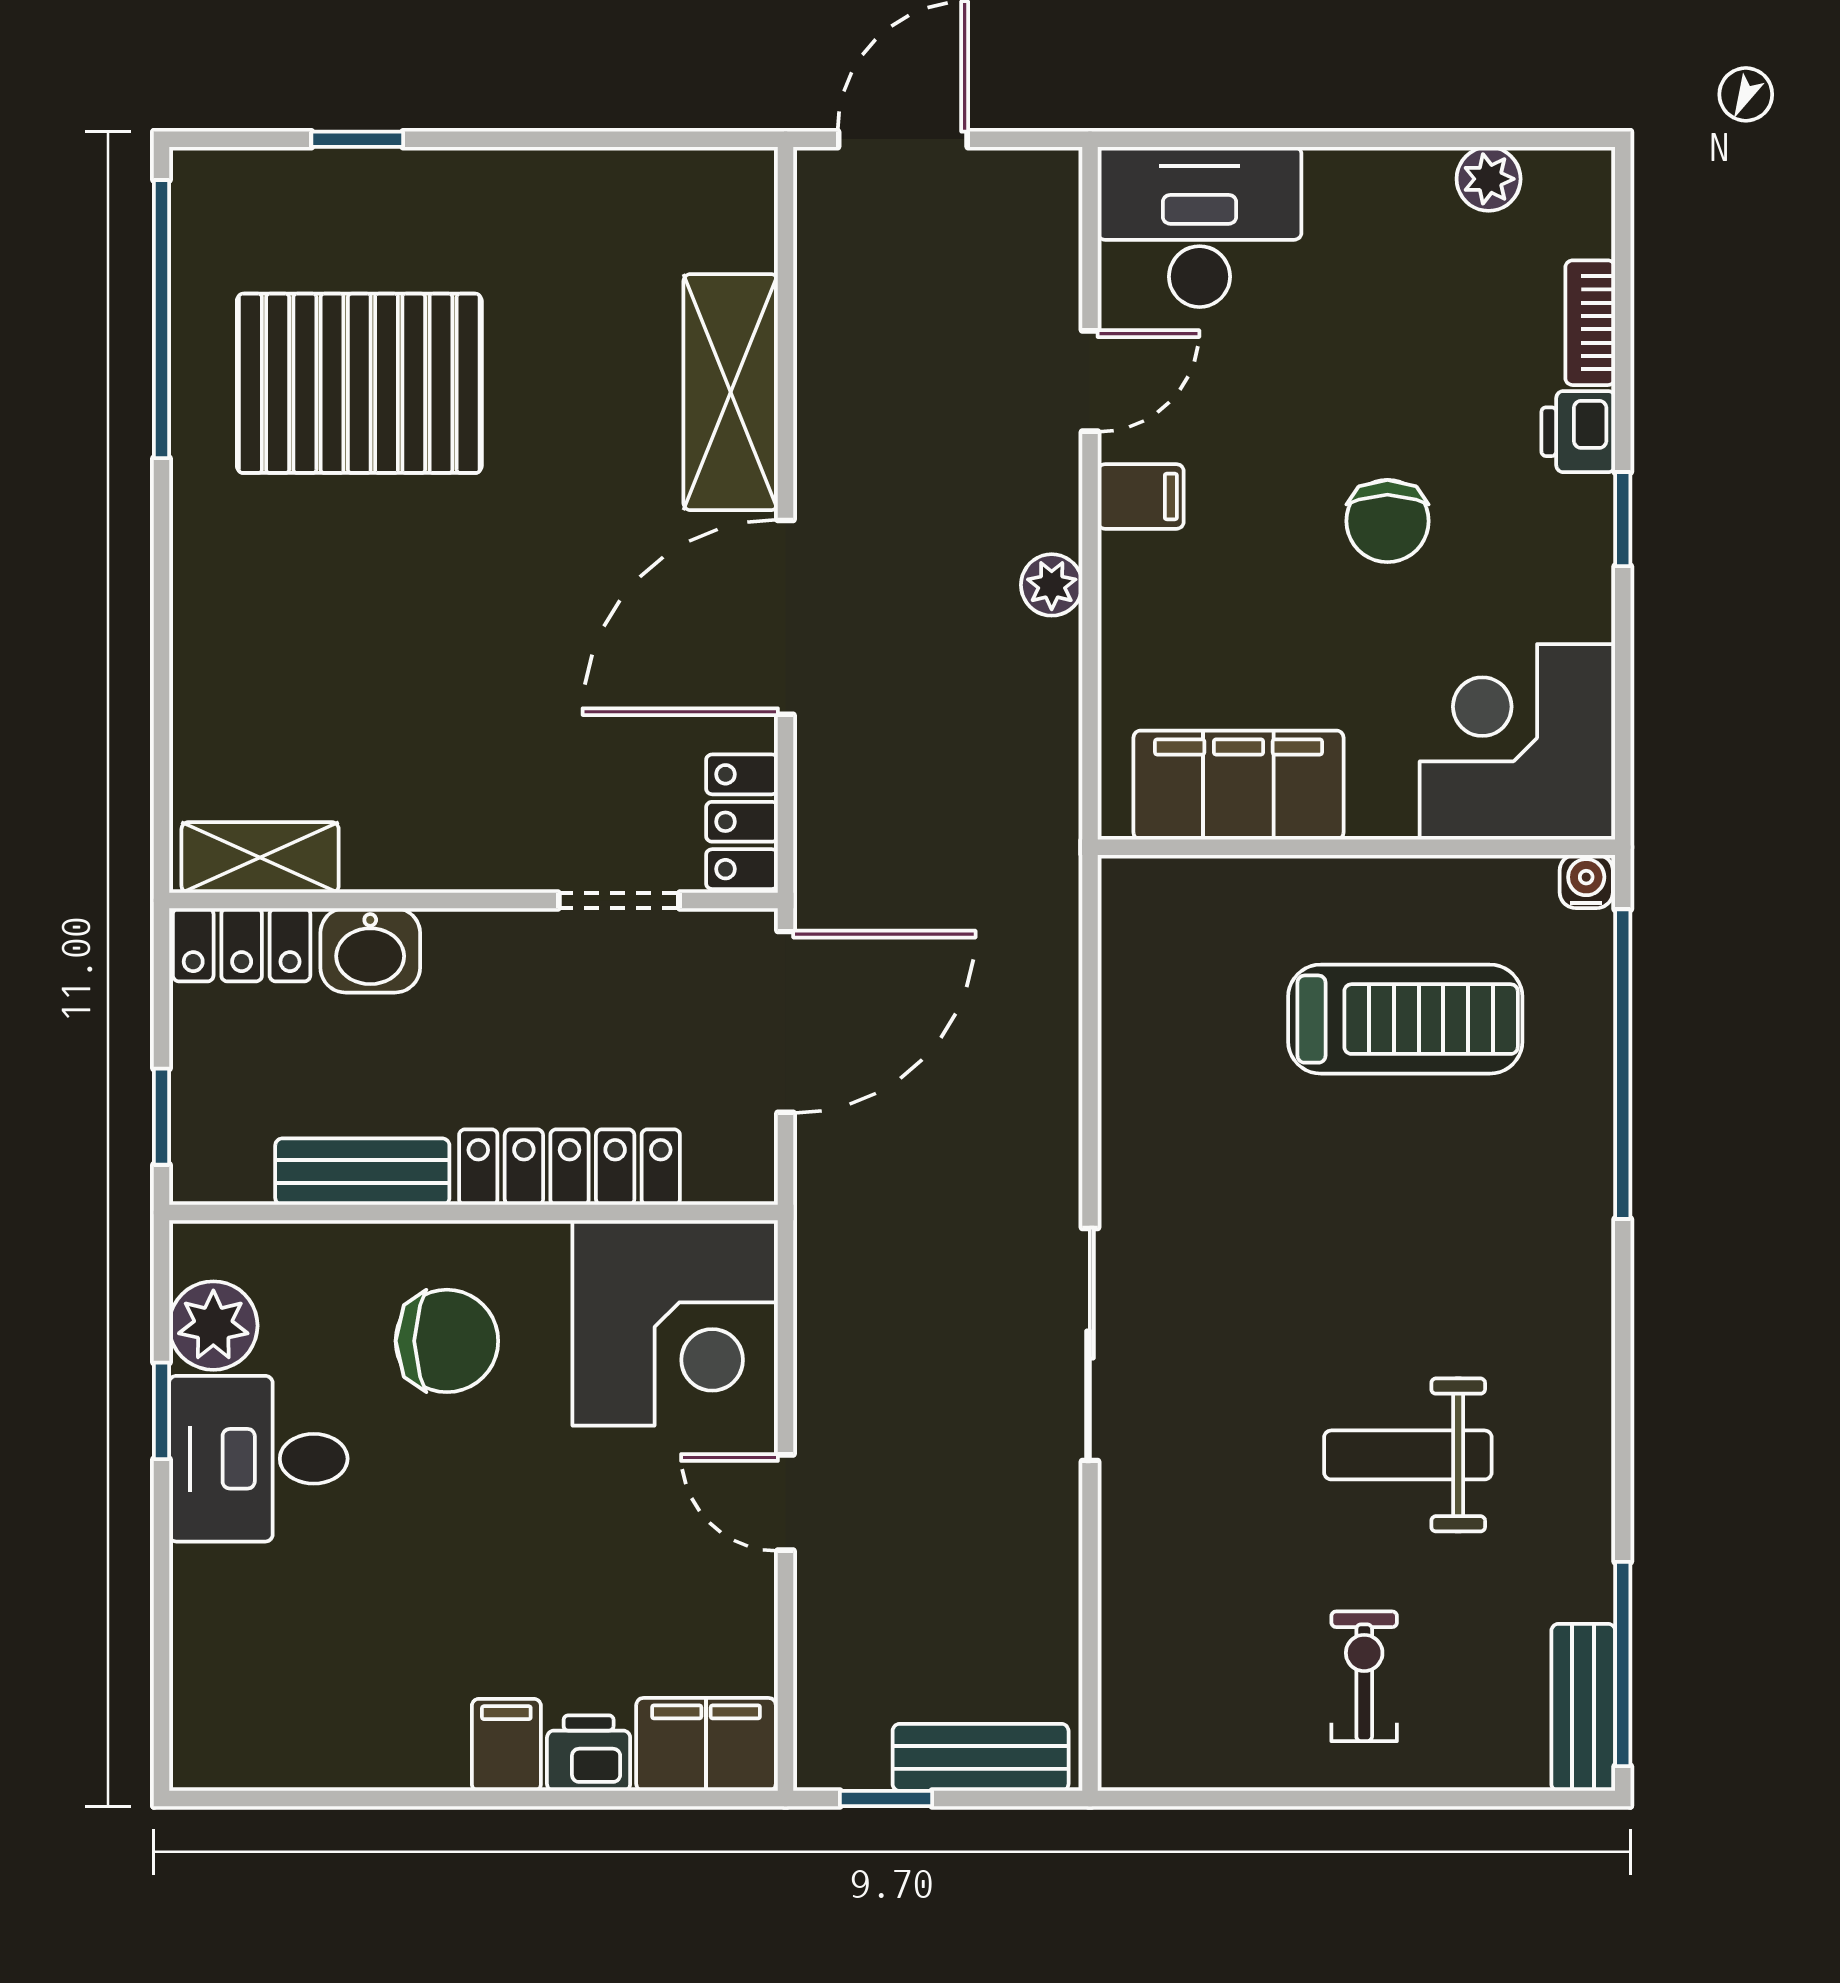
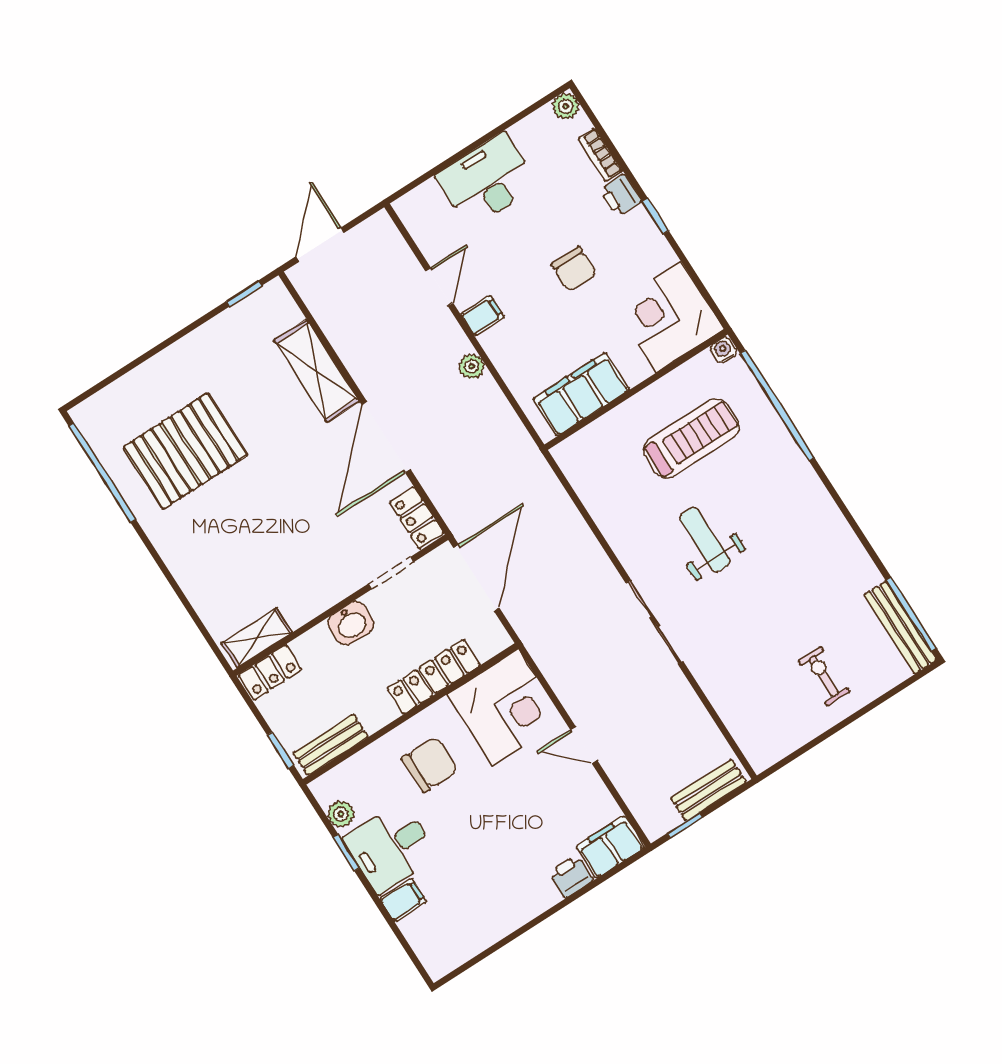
window: (357, 139) -> (244, 293), moved
plant: (1489, 179) -> (566, 106), moved
desk: (1200, 227) -> (487, 180), moved
washbasin: (370, 950) -> (351, 623), moved
bench: (362, 1172) -> (331, 745), moved
plant: (213, 1326) -> (341, 814), width x0.73, depth x0.73
weight bench: (1408, 1455) -> (705, 540), moved, turned 90
bench: (1583, 1707) -> (900, 628), width x1.36
filing cabinet: (506, 1745) -> (403, 900), moved, turned 90

